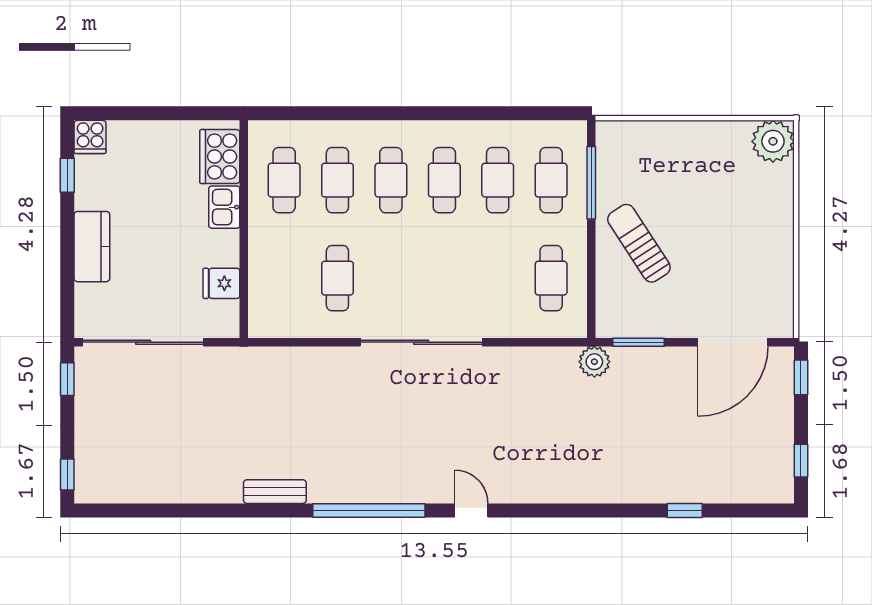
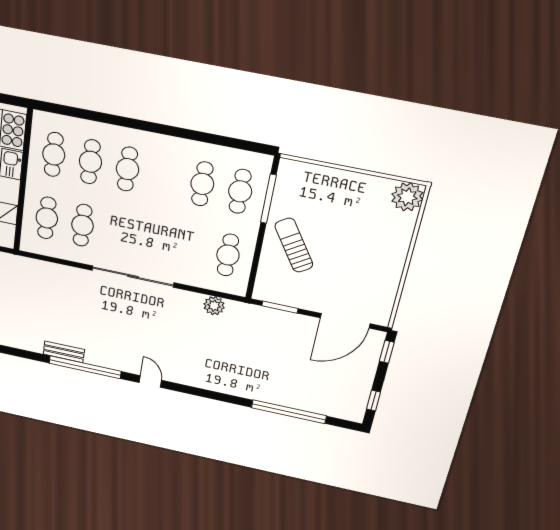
cafe table: (444, 180) -> (47, 218), moved
plant: (594, 362) -> (214, 306), moved
bench: (275, 492) -> (64, 352), moved
window: (685, 510) -> (289, 412), width x3.17

